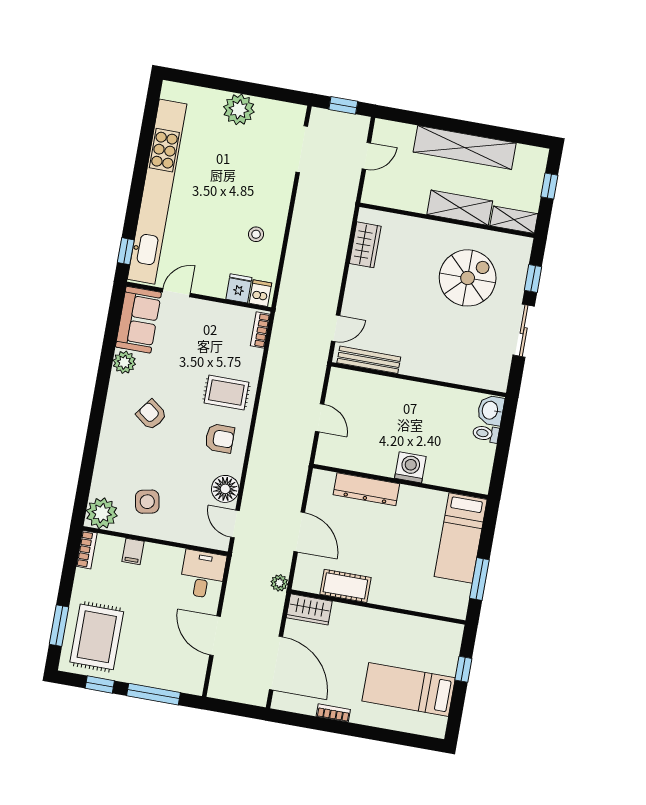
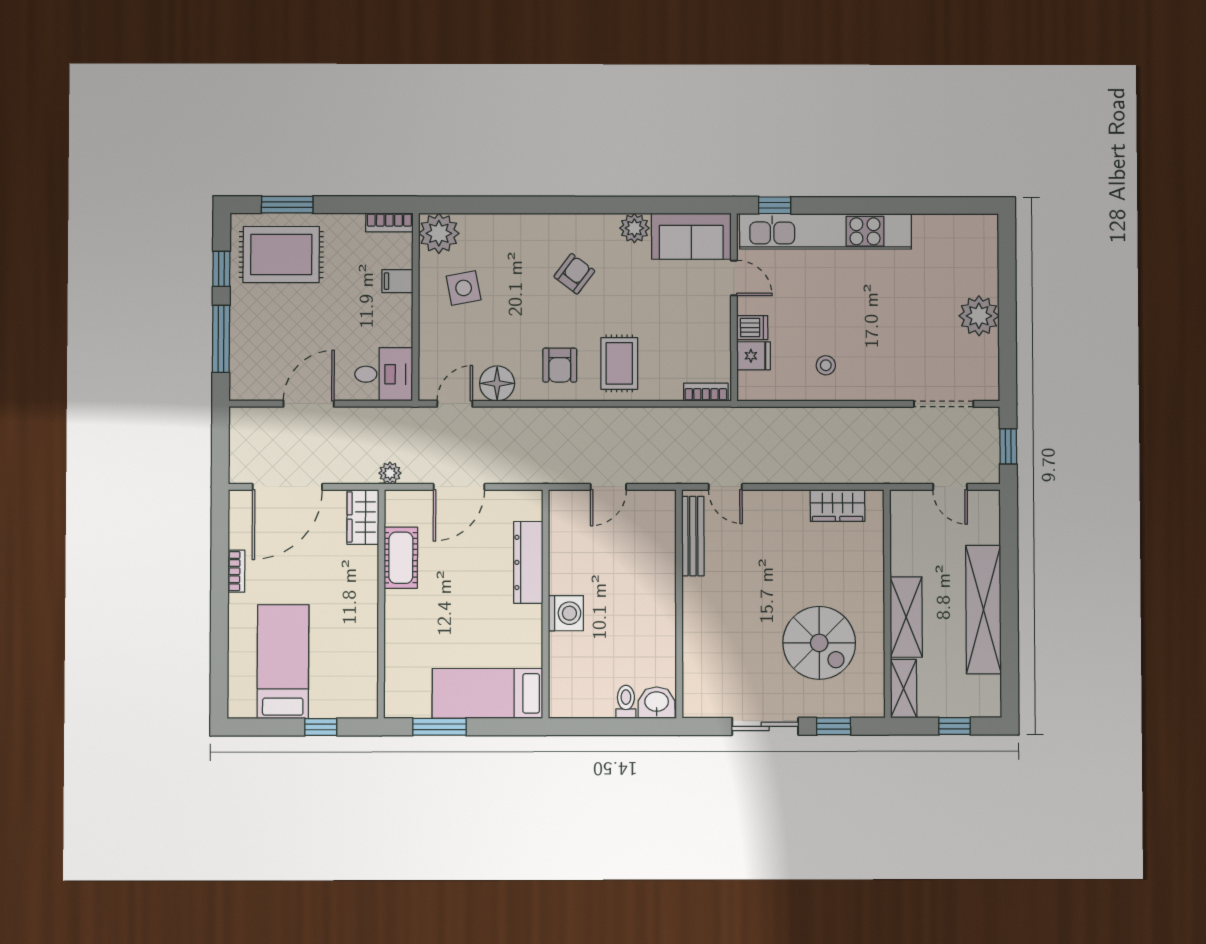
kitchen unit: (157, 192) -> (825, 231), width x0.73
dishwasher: (260, 293) -> (752, 328), moved

